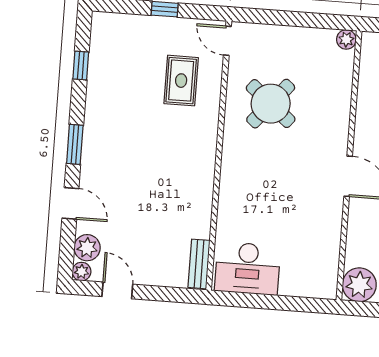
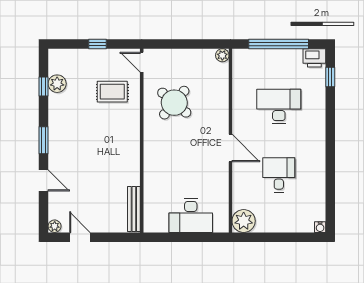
rug: (181, 81) -> (112, 92), turned 90
plant: (87, 248) -> (57, 84), moved
bench: (199, 264) -> (134, 209), width x1.36
desk: (248, 268) -> (191, 216), moved

